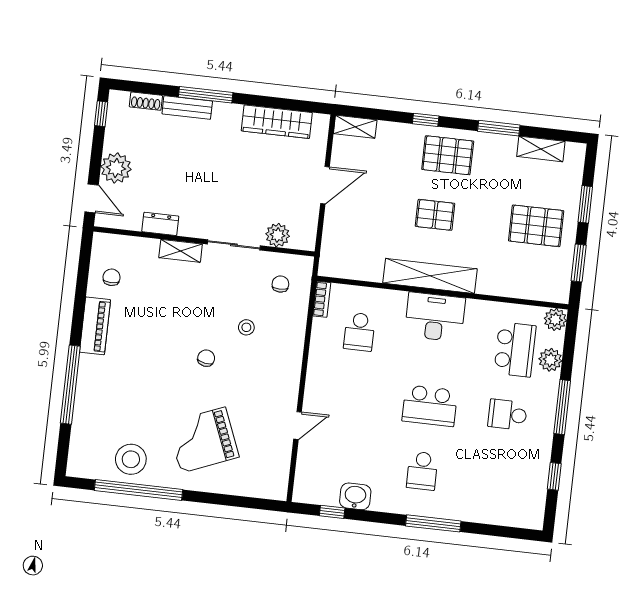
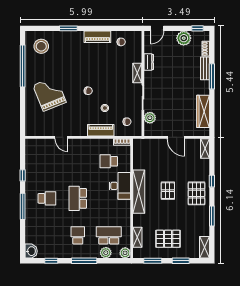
shelving: (541, 149) -> (204, 247), moved
plant: (116, 168) -> (184, 38), moved
pallet: (536, 226) -> (168, 239), turned 90
shelving: (525, 290) -> (137, 237), added
desk: (435, 317) -> (120, 186), moved
piano: (292, 341) -> (101, 130), added
school desk: (515, 349) -> (109, 235), turned 180
window: (70, 385) -> (68, 28), width x0.47
stool: (131, 459) -> (41, 46), moved
school desk: (422, 471) -> (47, 198), turned 180
washbasin: (355, 496) -> (31, 251), moved
window: (332, 512) -> (23, 175), moved

